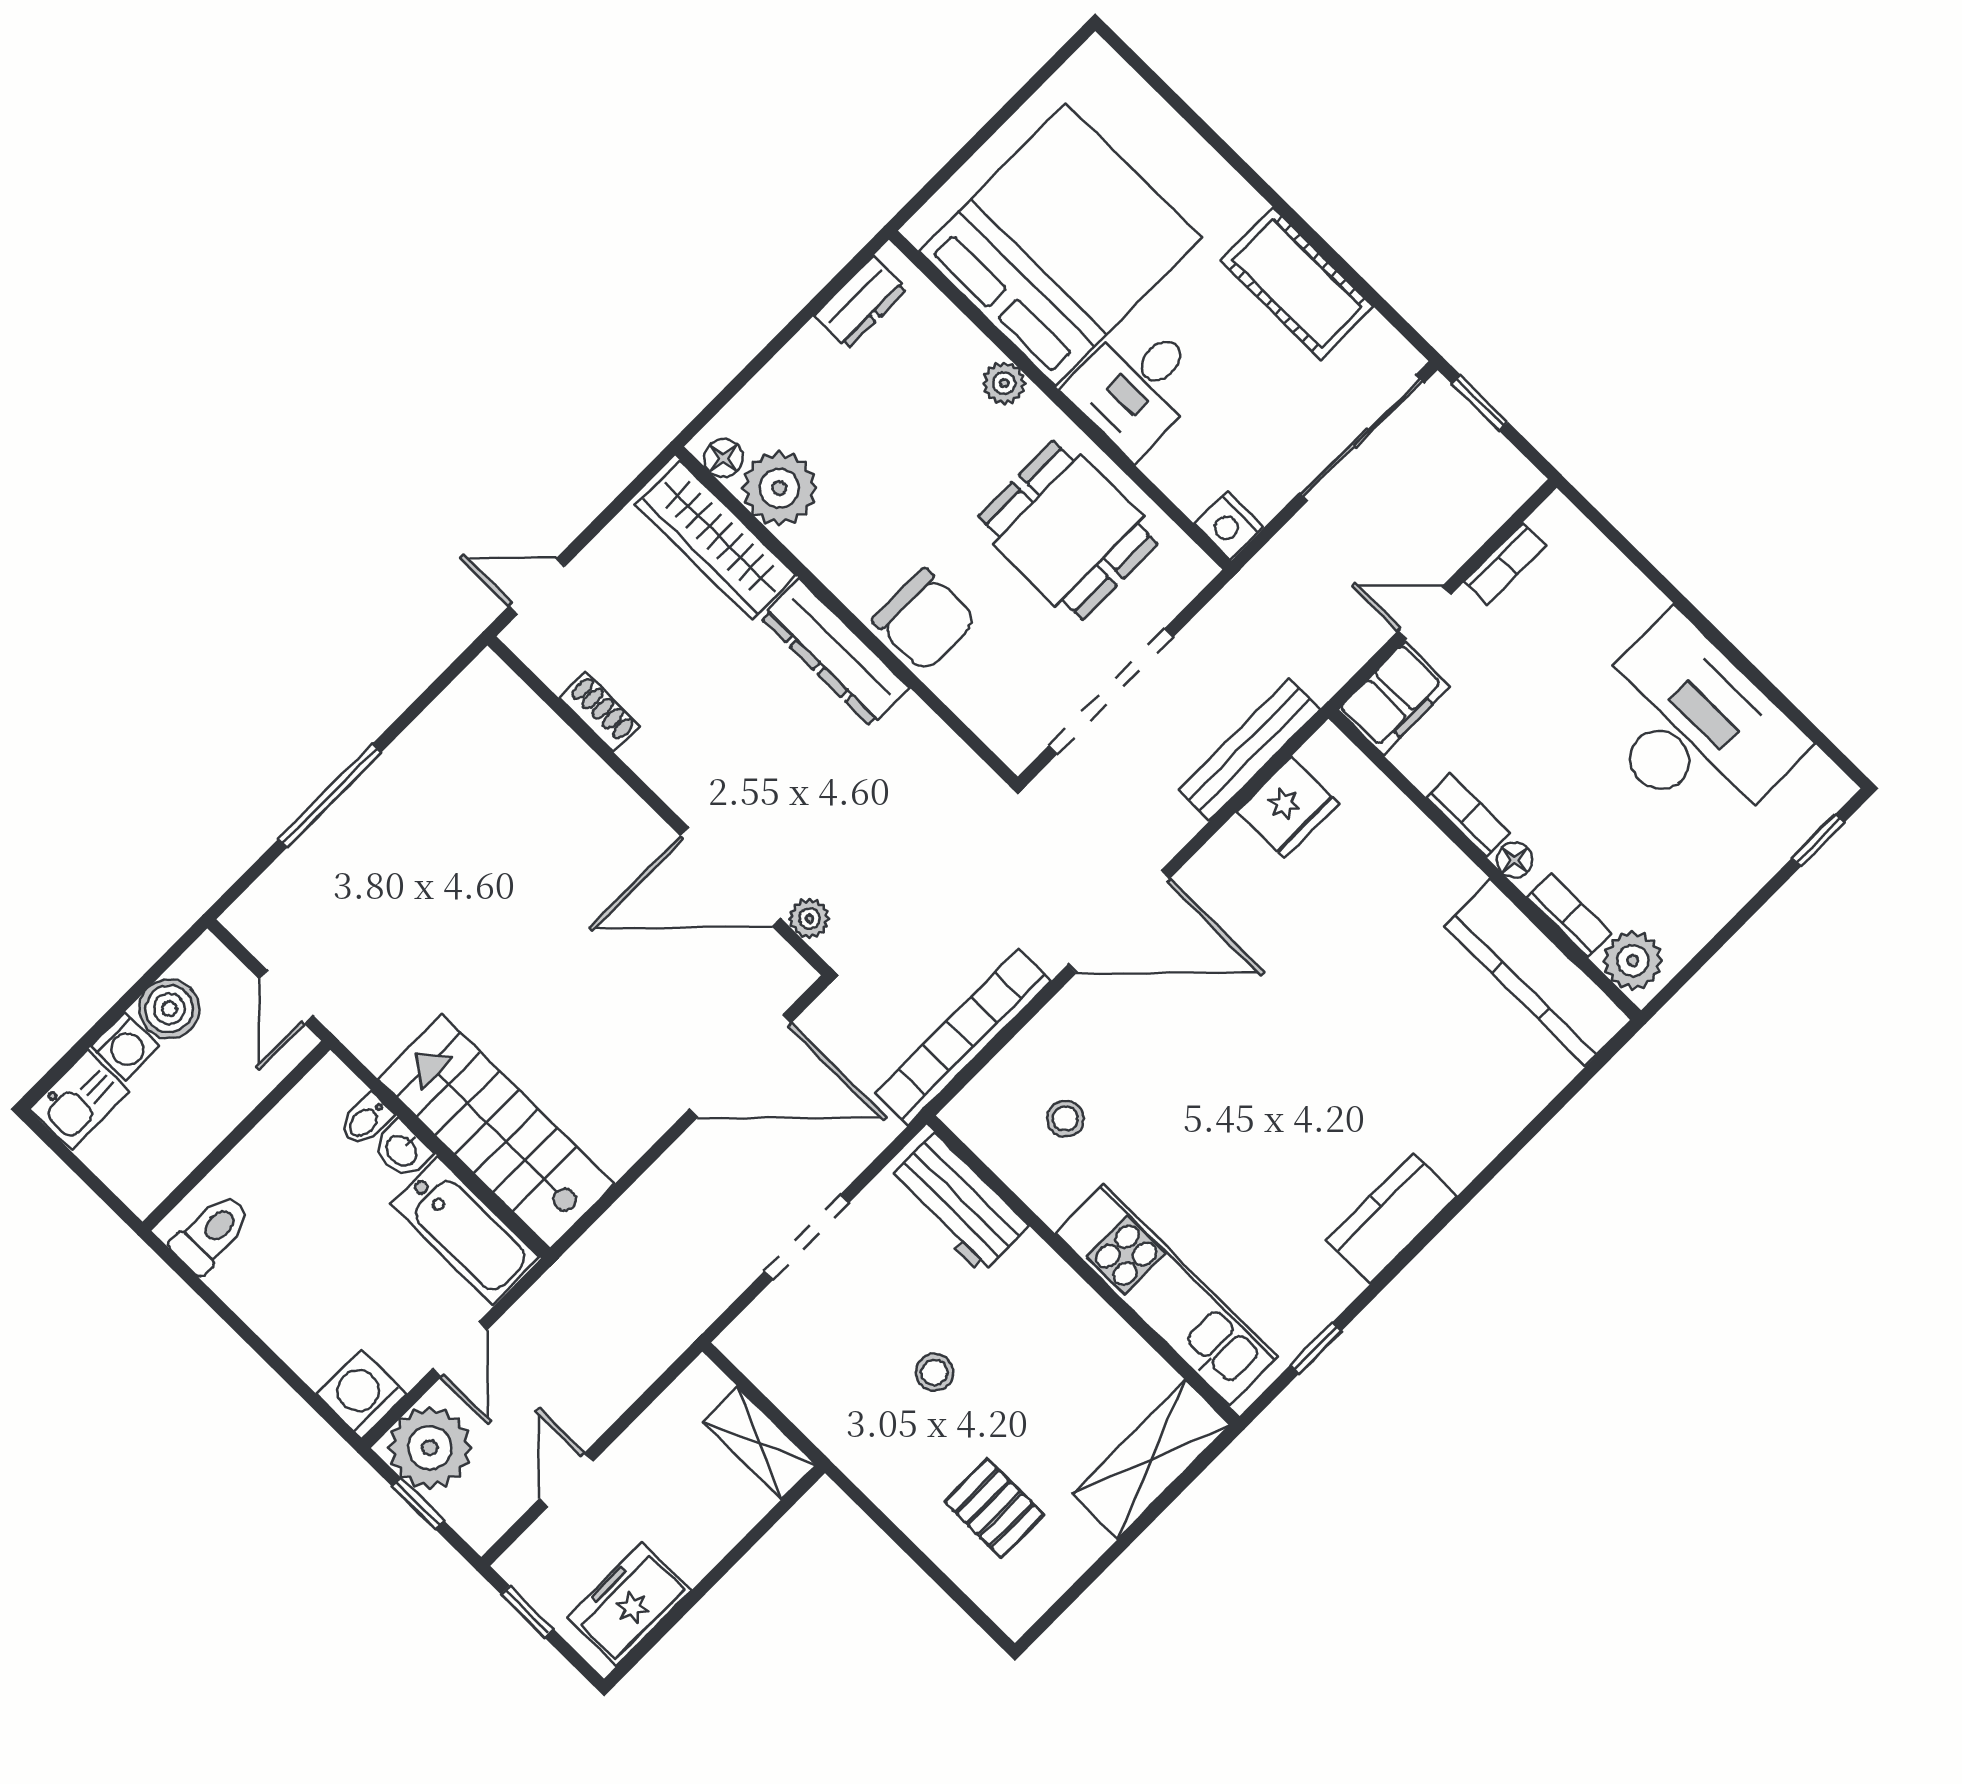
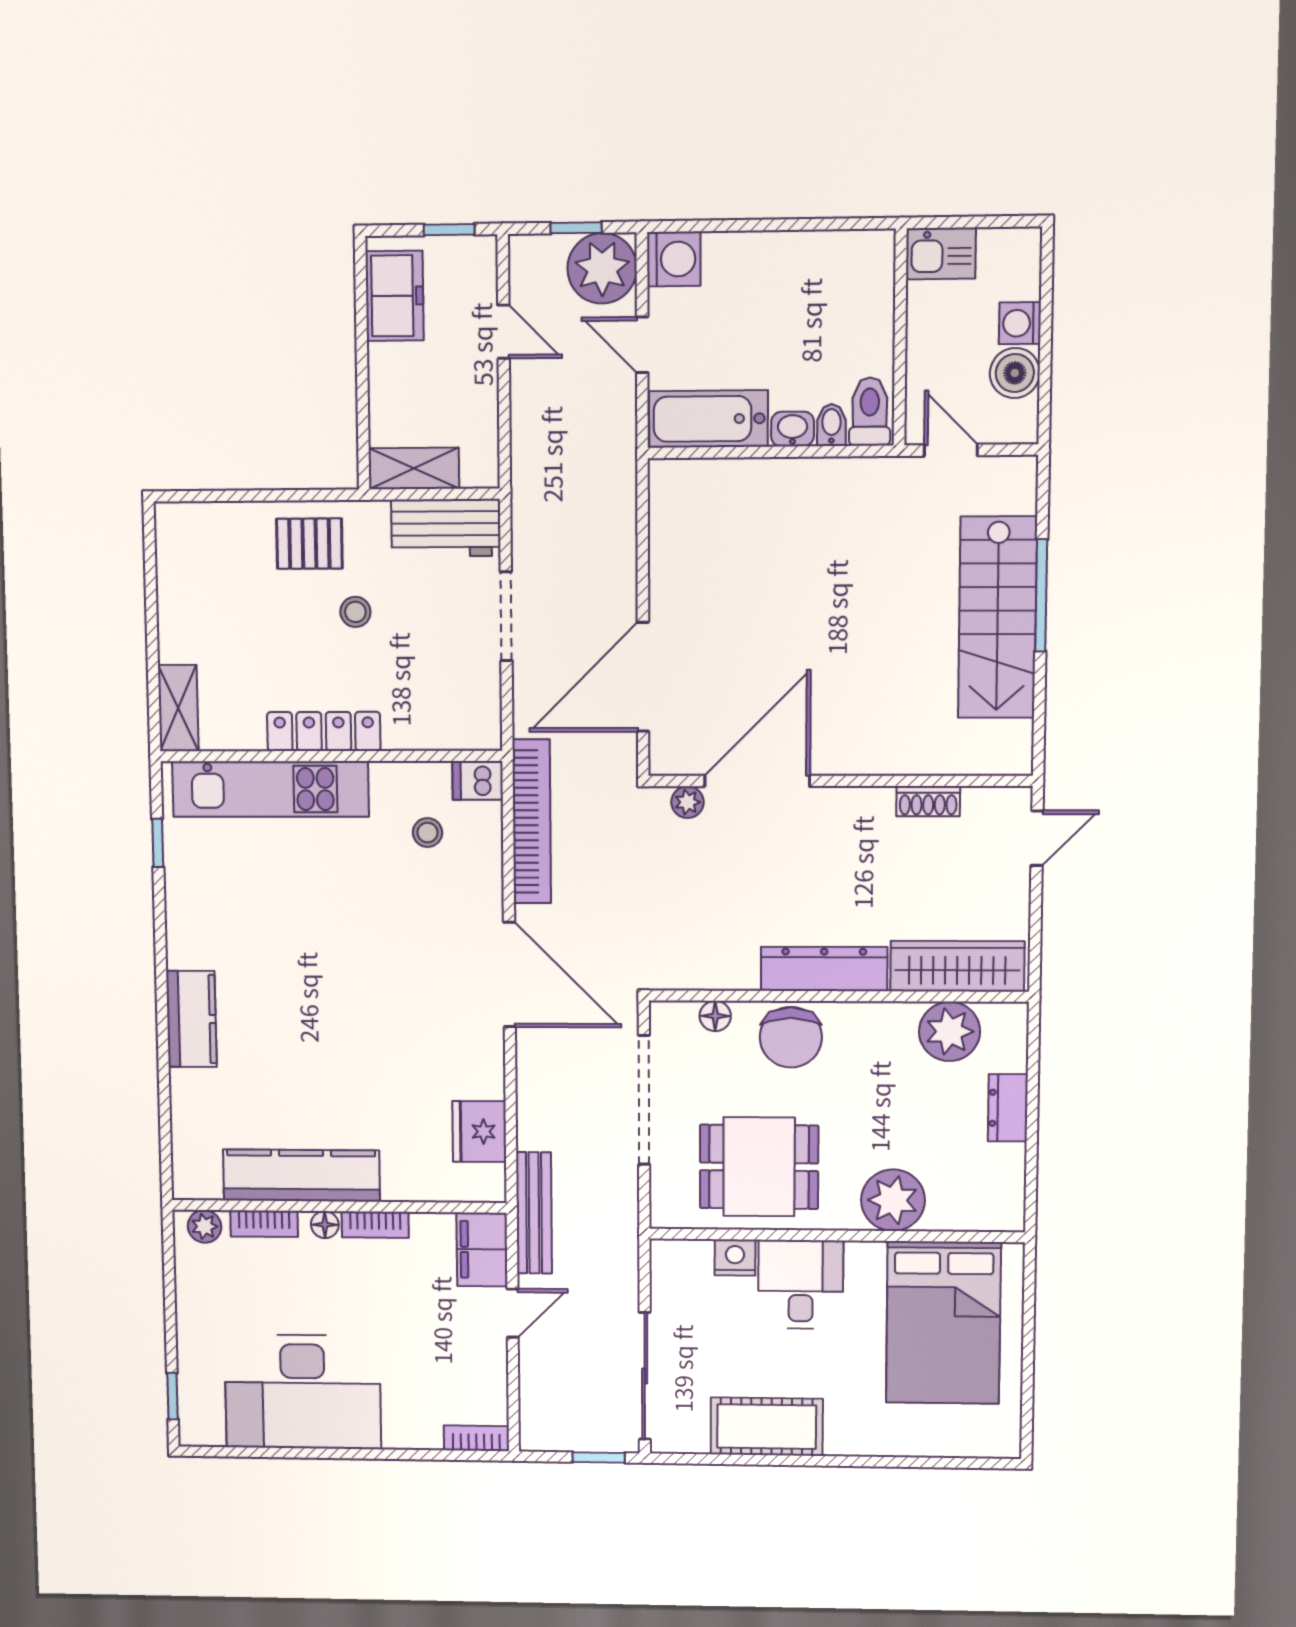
bed: (1061, 245) -> (943, 1323), width x0.73
dresser: (861, 302) -> (1008, 1108), moved
plant: (1004, 383) -> (893, 1200), width x1.88, depth x1.88
floor lamp: (723, 458) -> (715, 1016), moved
nightstand: (1229, 525) -> (735, 1257), moved
bookcase: (1505, 564) -> (476, 1438), moved, turned 90
chair: (924, 620) -> (791, 1037), turned -90
bench: (1249, 750) -> (534, 1213), moved
door: (1119, 922) -> (509, 974), swing flipped
plant: (1633, 961) -> (205, 1226), width x0.73, depth x0.73
kitchen counter: (1538, 973) -> (301, 1176), moved
kitchen sink: (79, 1100) -> (941, 254), moved, turned -90
dishwasher: (975, 1120) -> (478, 780), added
stairs: (496, 1131) -> (997, 617), moved, turned 90
workbench: (958, 1203) -> (446, 528), moved, turned 180
kitchen counter: (1392, 1218) -> (191, 1019), moved
toilet: (211, 1233) -> (870, 412), moved, turned 180
locker: (1067, 1298) -> (324, 731), added
shelving: (1151, 1460) -> (178, 708), width x0.67, depth x0.75
pallet: (994, 1508) -> (309, 544), moved

